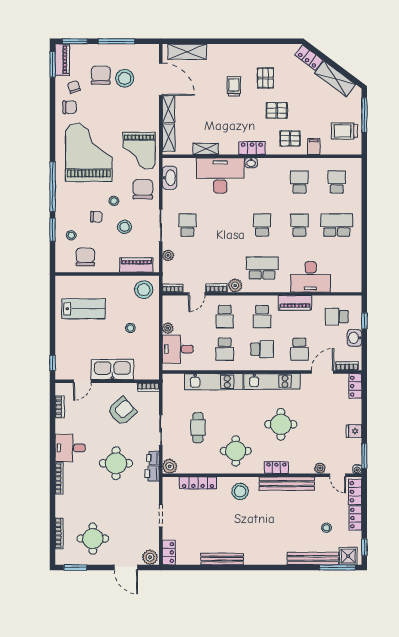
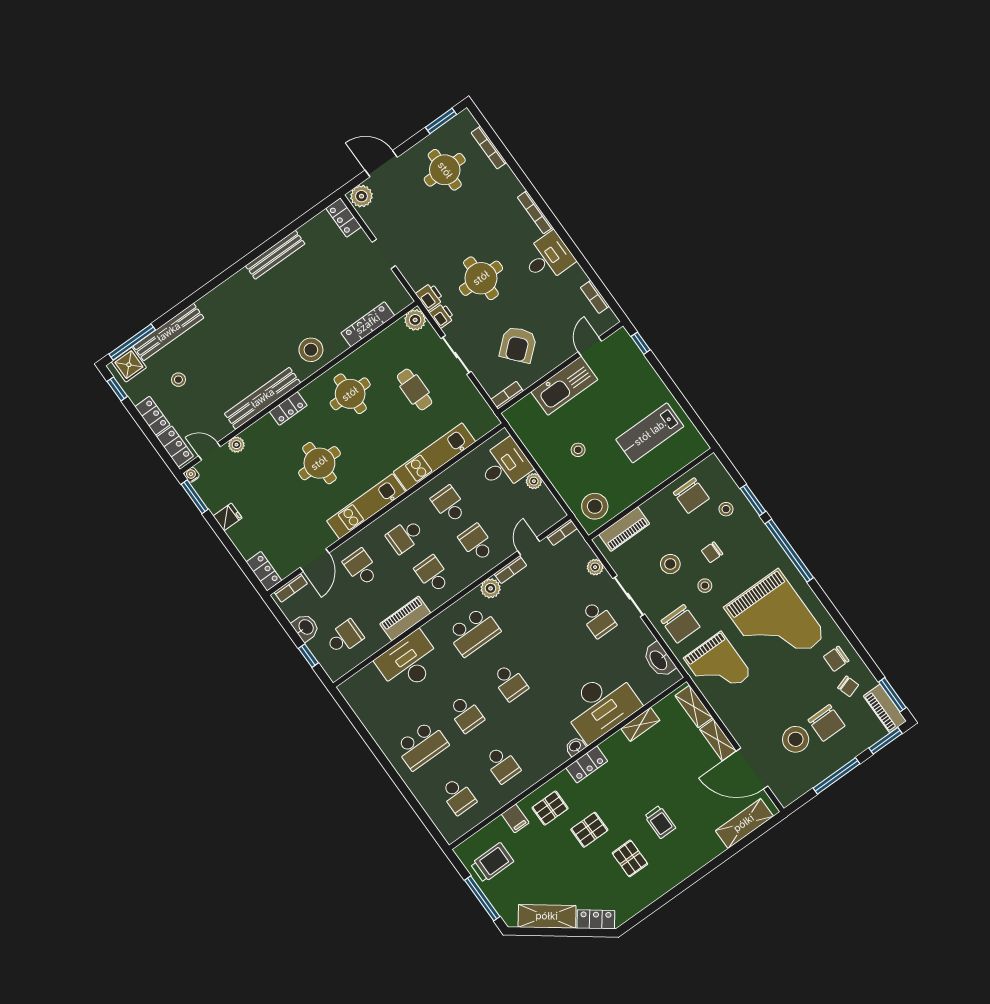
grand piano: (139, 151) -> (718, 666), turned 180

